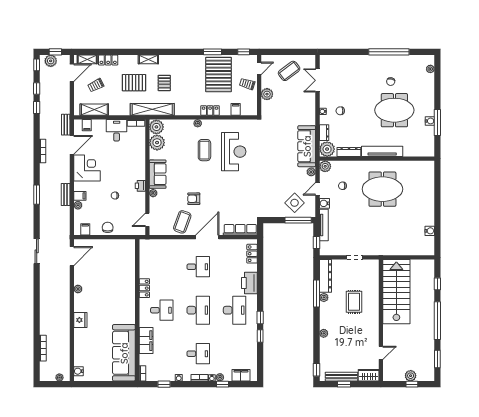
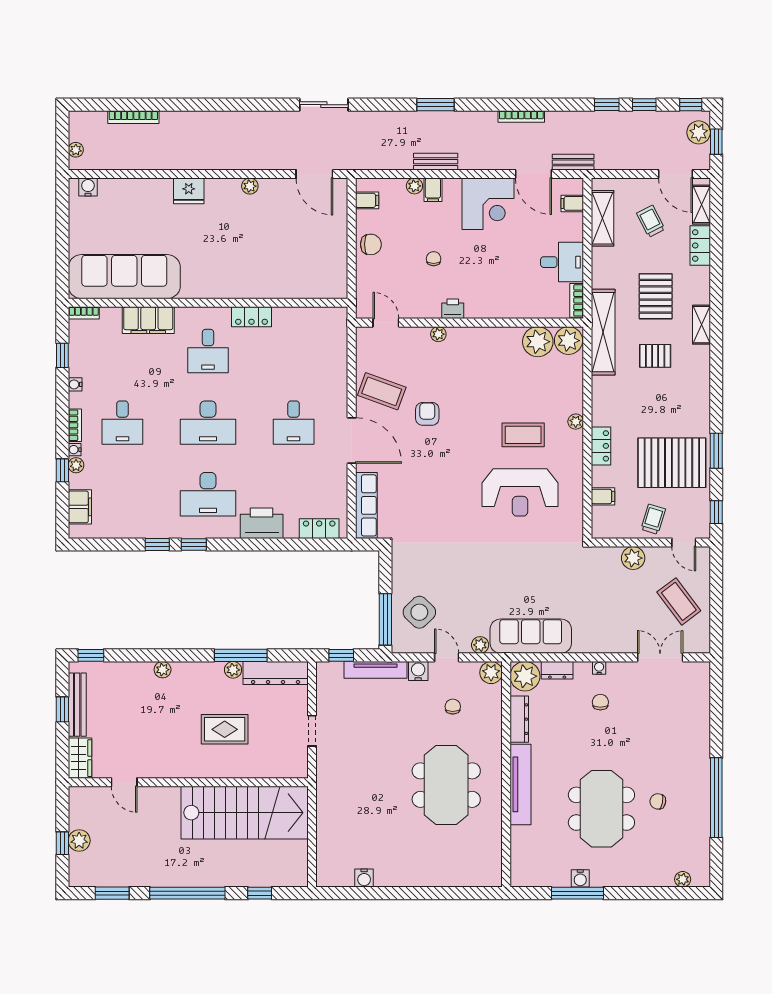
sofa: (158, 174) -> (476, 343), removed

